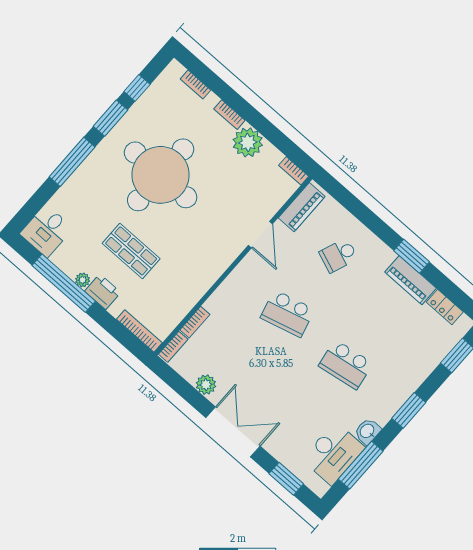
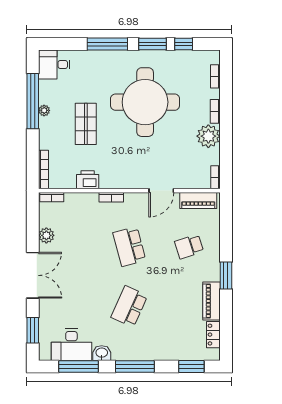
school desk: (339, 255) -> (189, 247), turned -39
window: (412, 256) -> (226, 276), moved
printer: (103, 292) -> (88, 180), moved, turned -90
bookcase: (195, 322) -> (111, 197), moved
school desk: (346, 365) -> (129, 306), turned 33
window: (409, 410) -> (135, 366), width x1.44

